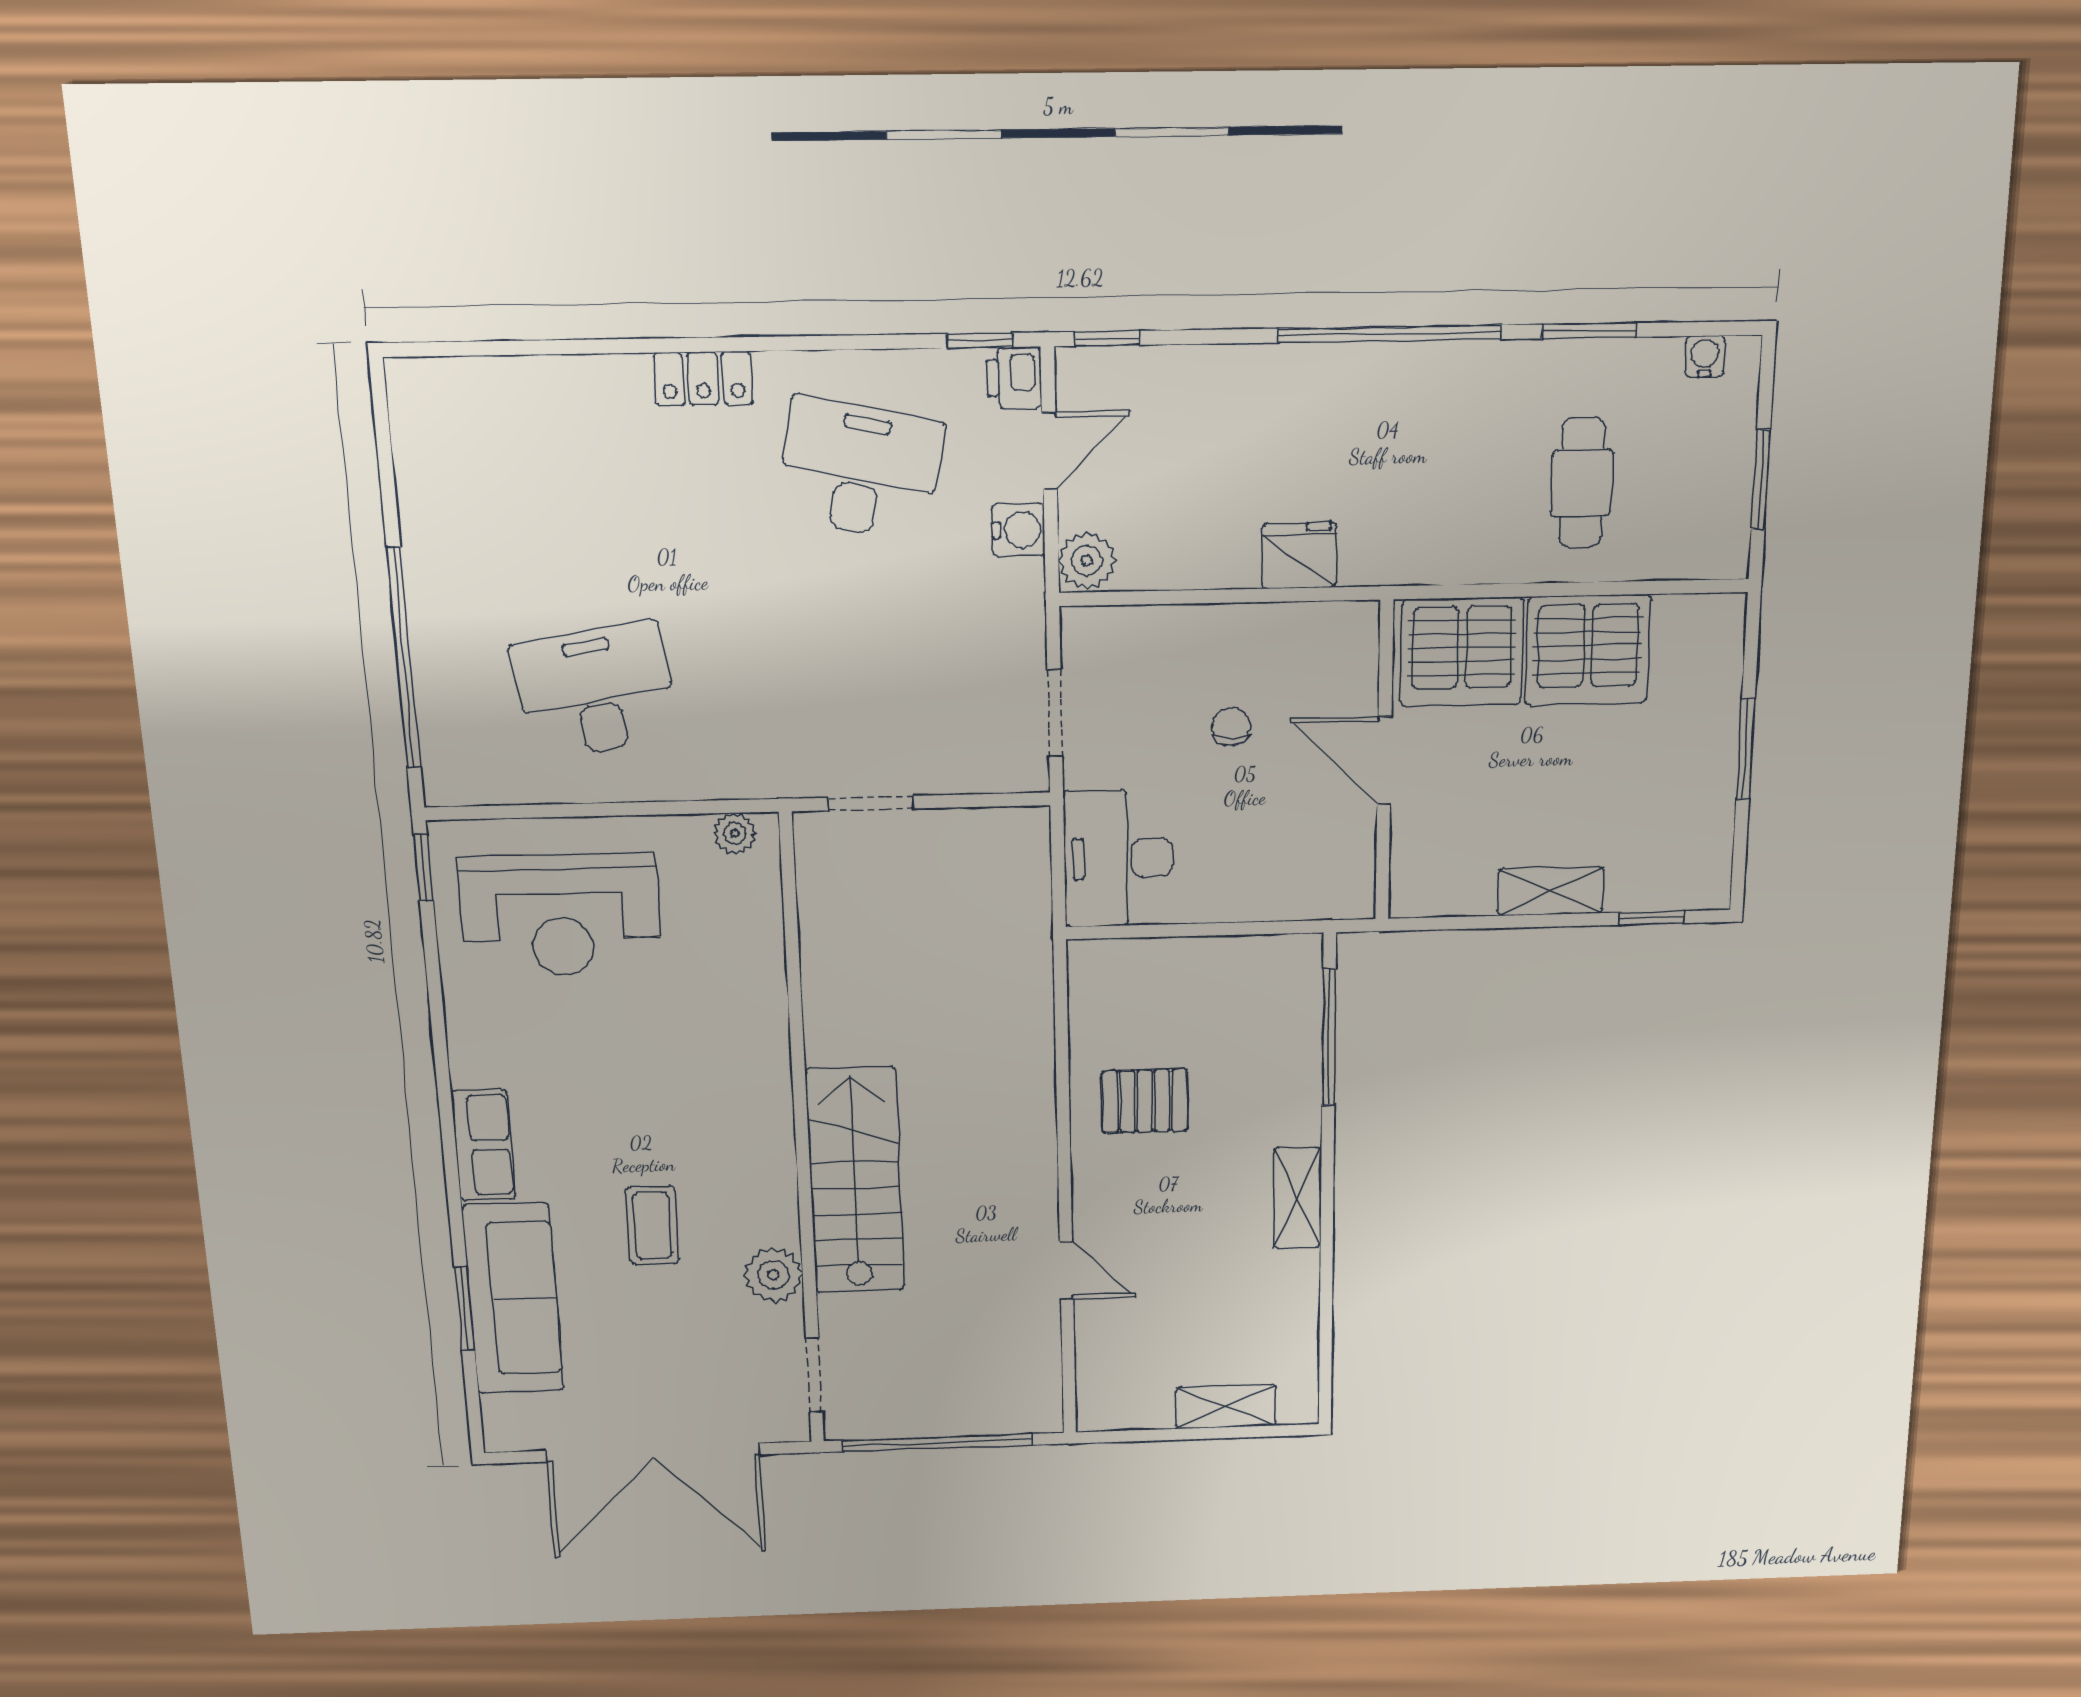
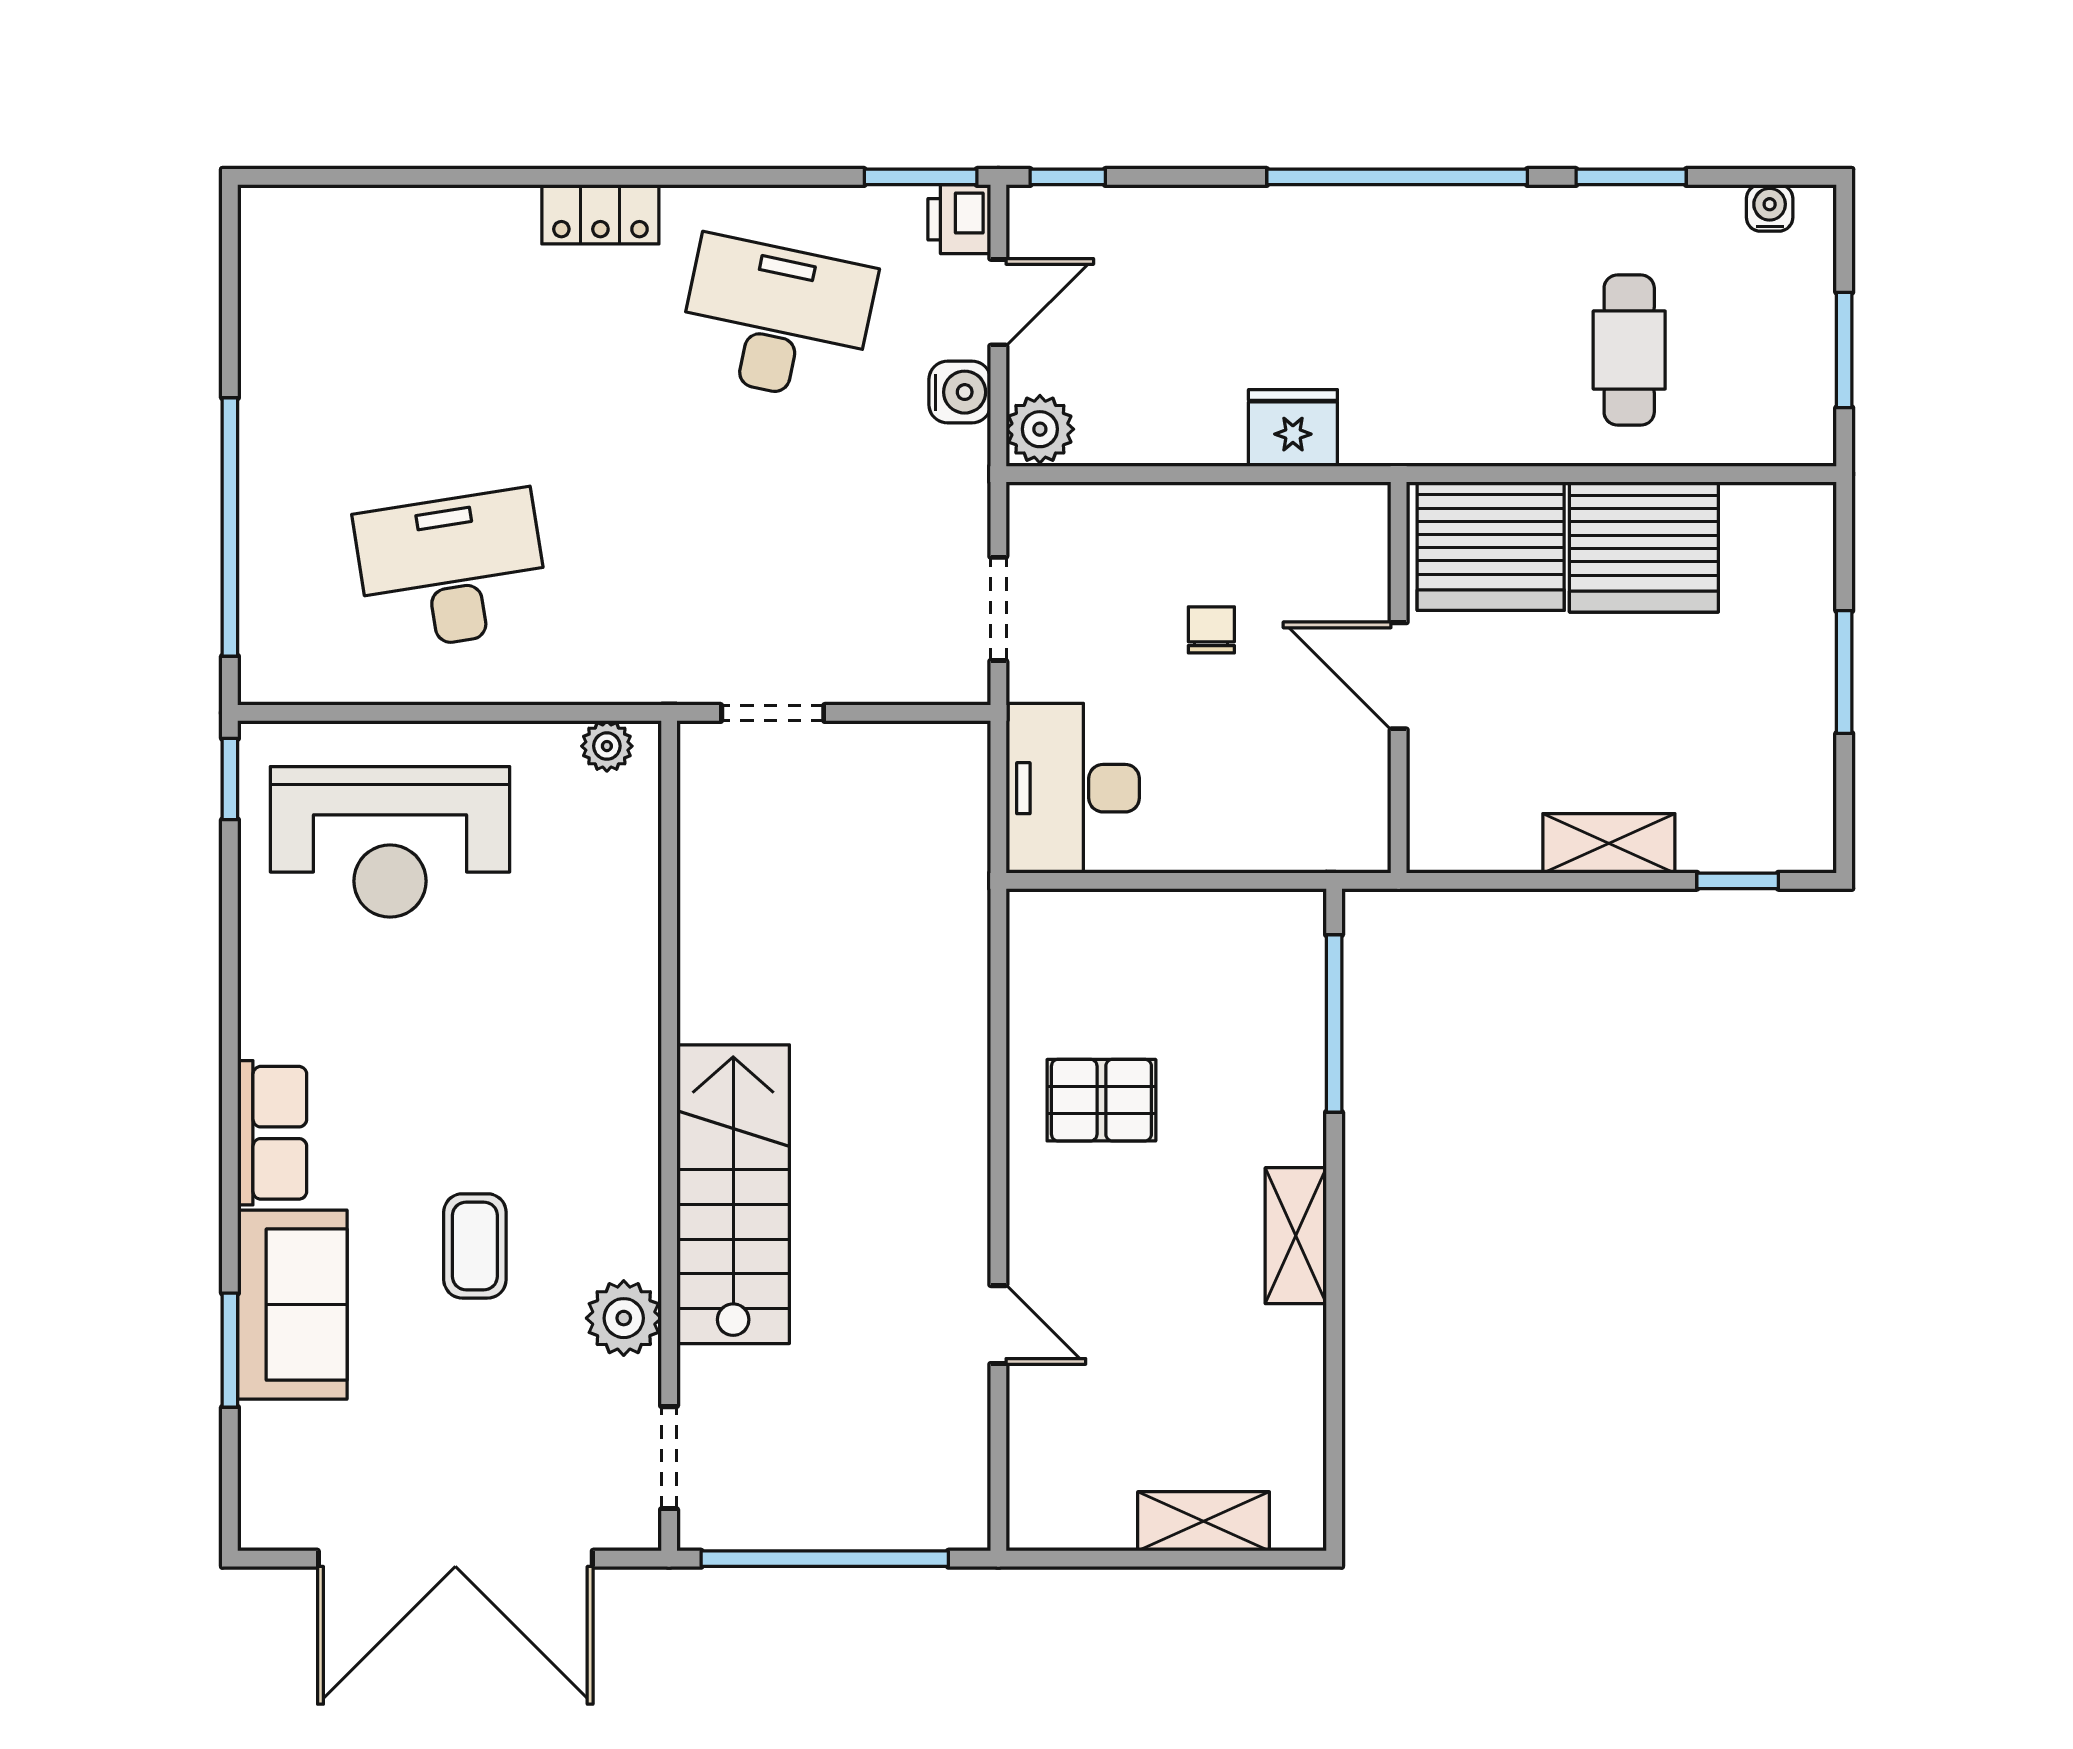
window: (980, 340) -> (921, 177), width x1.50
sofa: (513, 1299) -> (292, 1305), width x0.73

